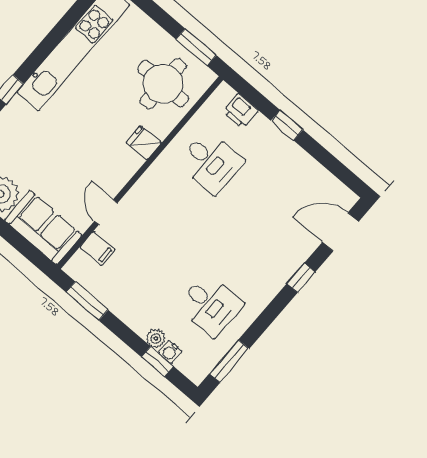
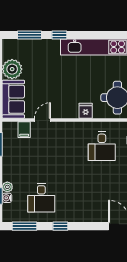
window: (301, 278) -> (60, 226), moved

